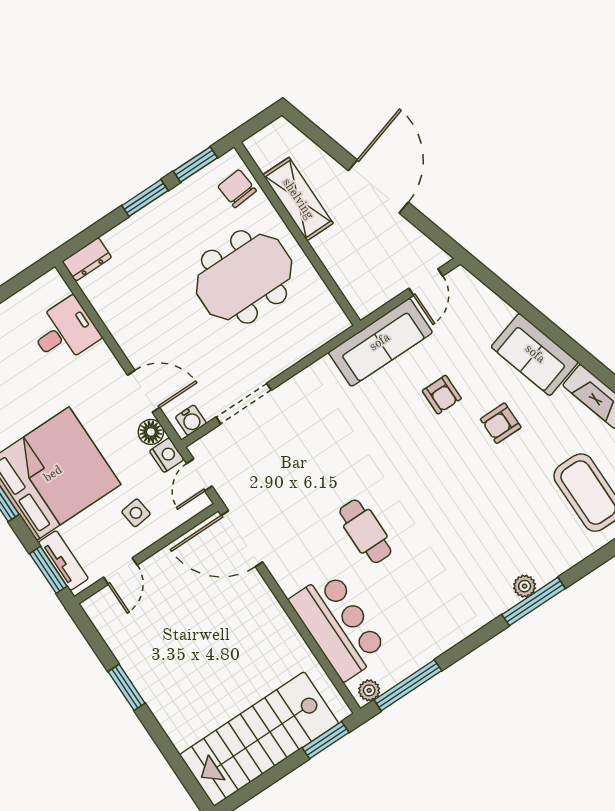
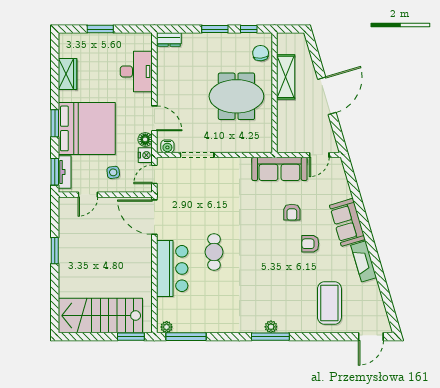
window: (195, 164) -> (249, 29), width x0.67
desk: (65, 331) -> (136, 72), width x1.37
bar counter: (338, 626) -> (172, 268), moved

